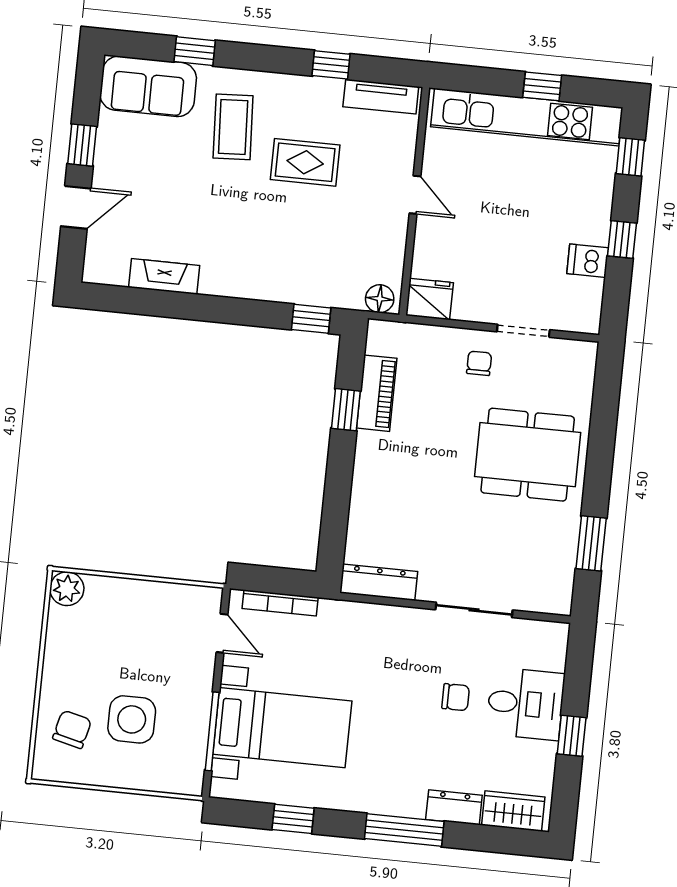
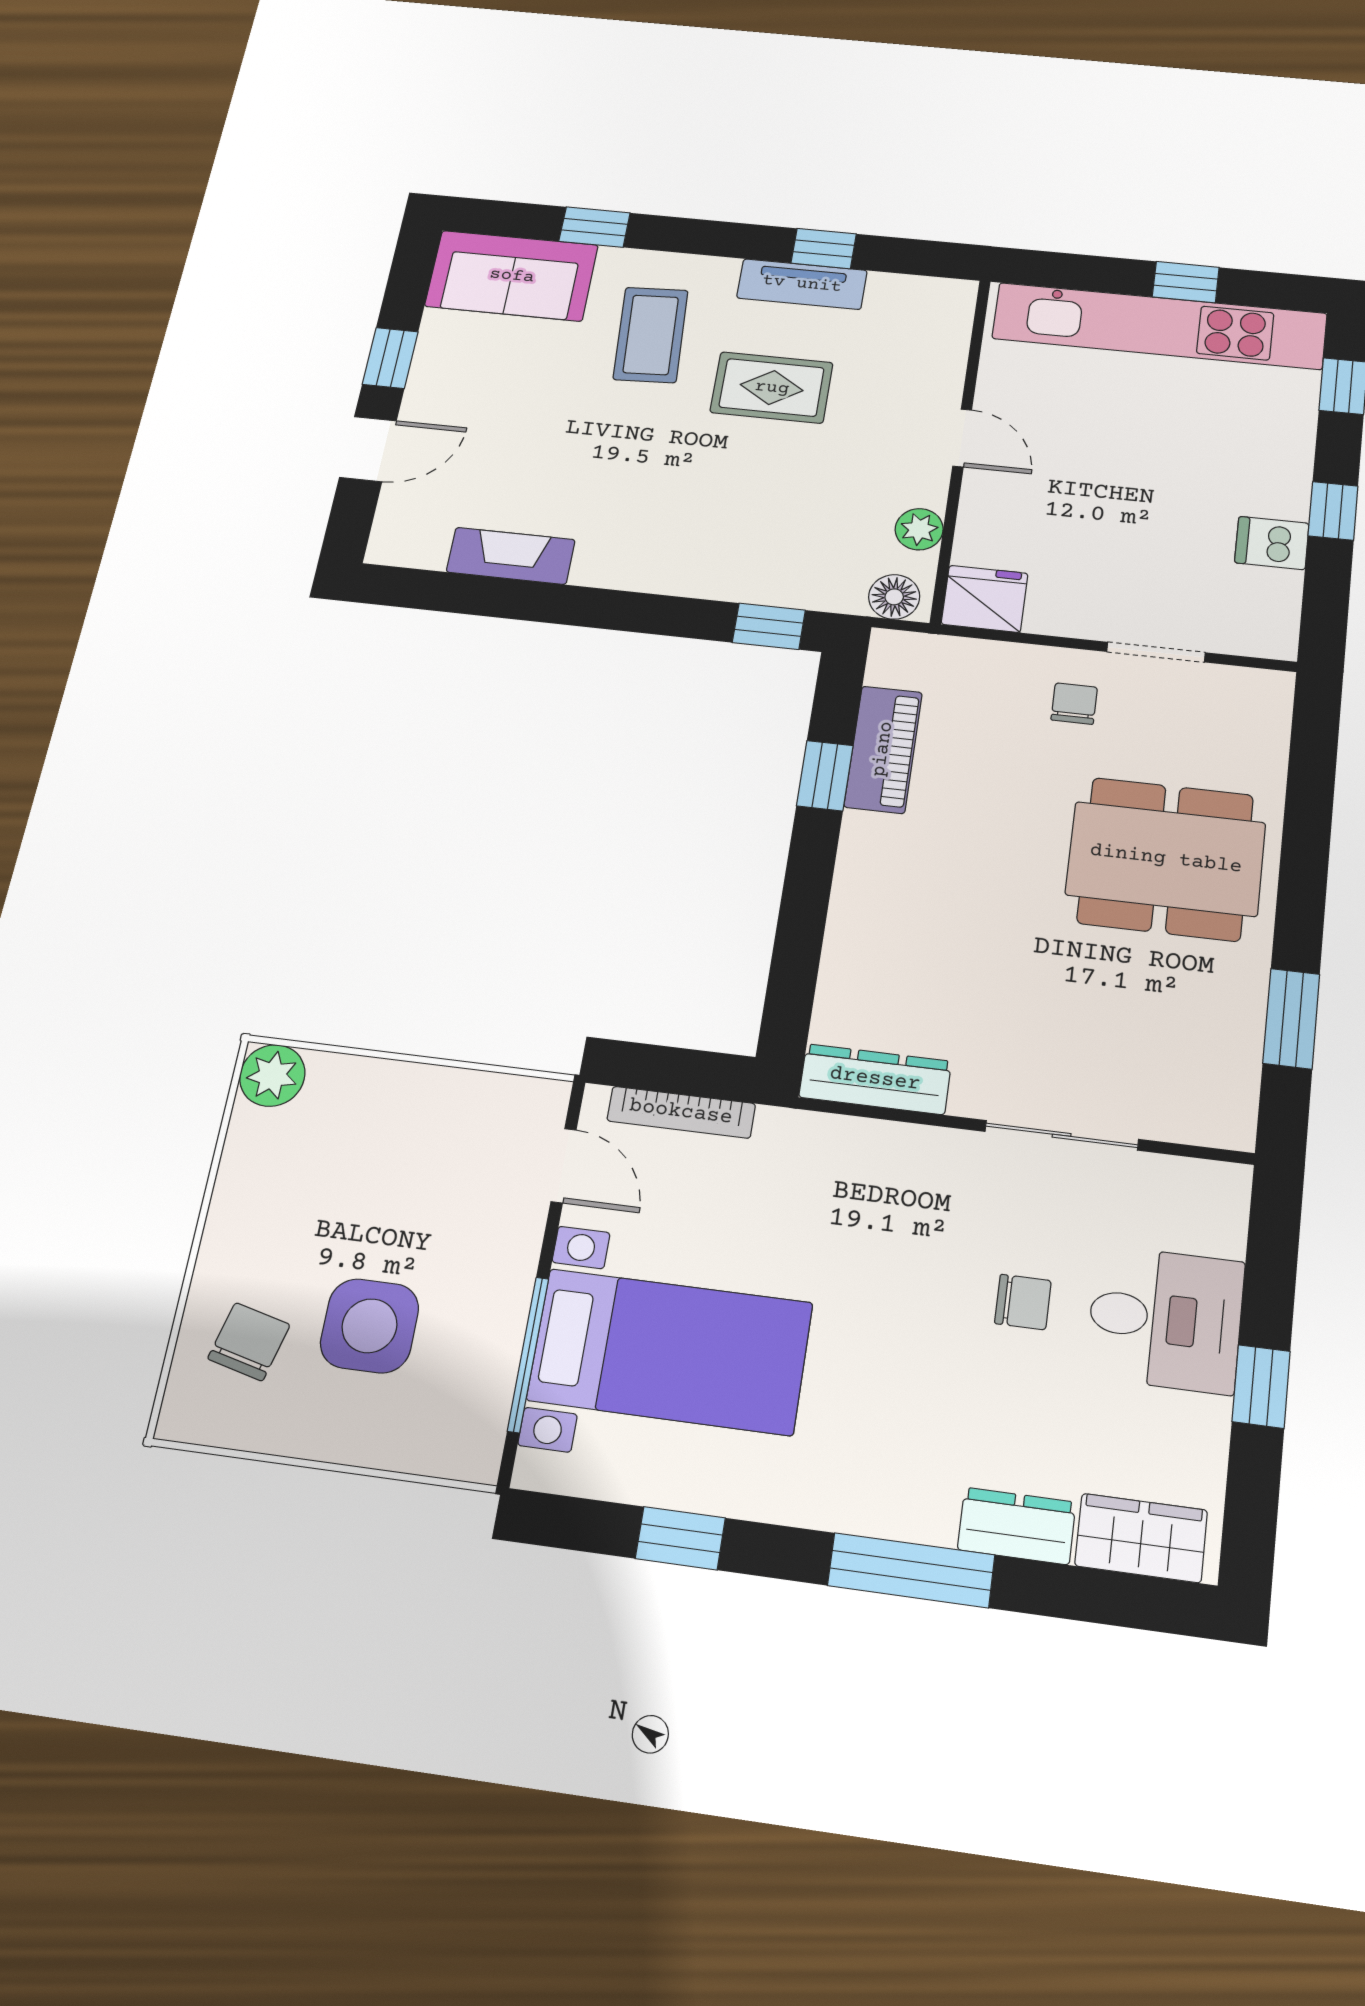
tv unit: (381, 97) -> (802, 284), moved
plant: (392, 255) -> (919, 529), added

